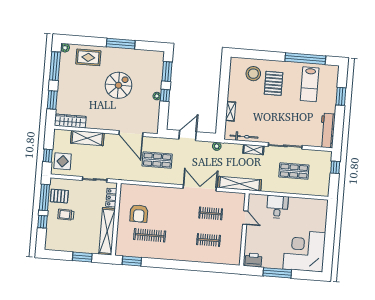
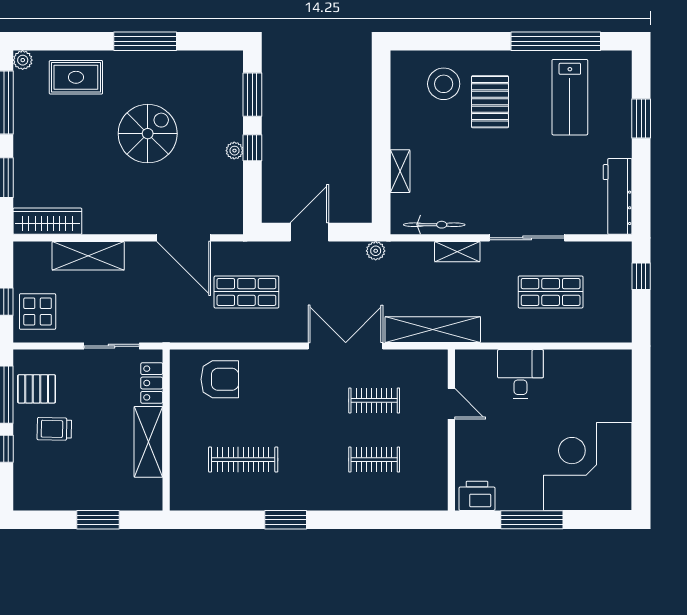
armchair: (139, 213) -> (220, 379), moved, turned -90
shelving: (107, 231) -> (148, 442), width x0.68
window: (132, 261) -> (286, 520), moved

